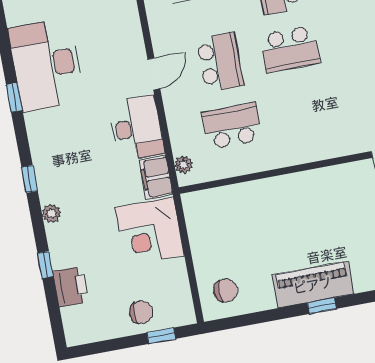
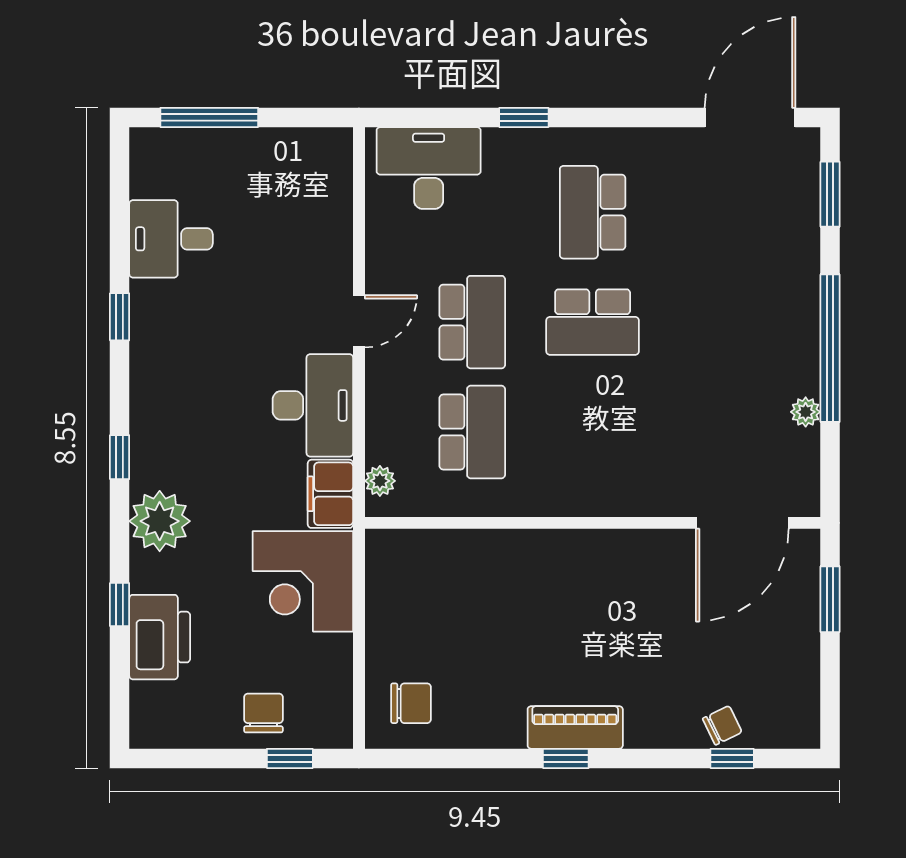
desk: (47, 65) -> (171, 239), width x0.53, depth x0.77
school desk: (232, 126) -> (472, 432), turned 90
plant: (52, 213) -> (160, 521), width x1.88, depth x1.88
piano: (313, 285) -> (575, 727), width x0.73, depth x0.75
printer: (71, 287) -> (160, 637), width x1.37, depth x1.19
chair: (141, 312) -> (263, 713), turned -90

